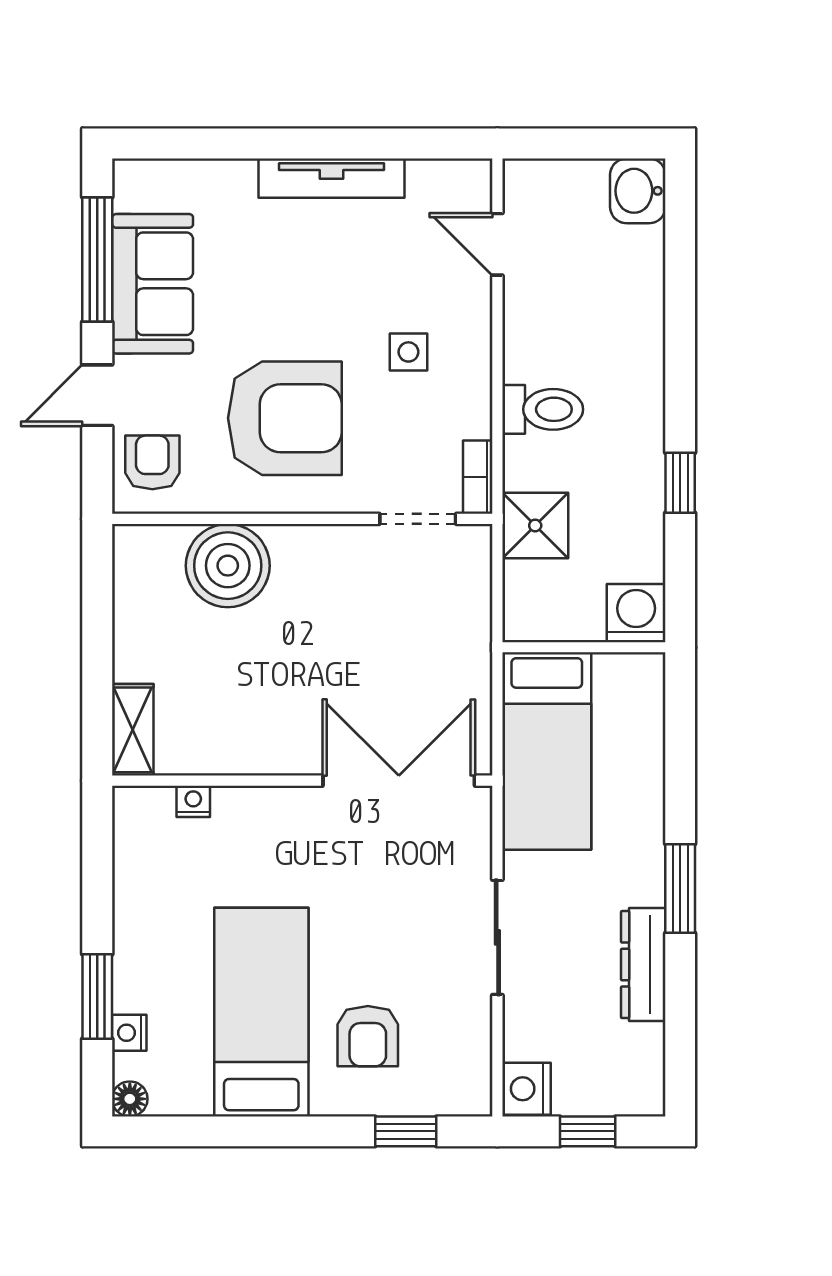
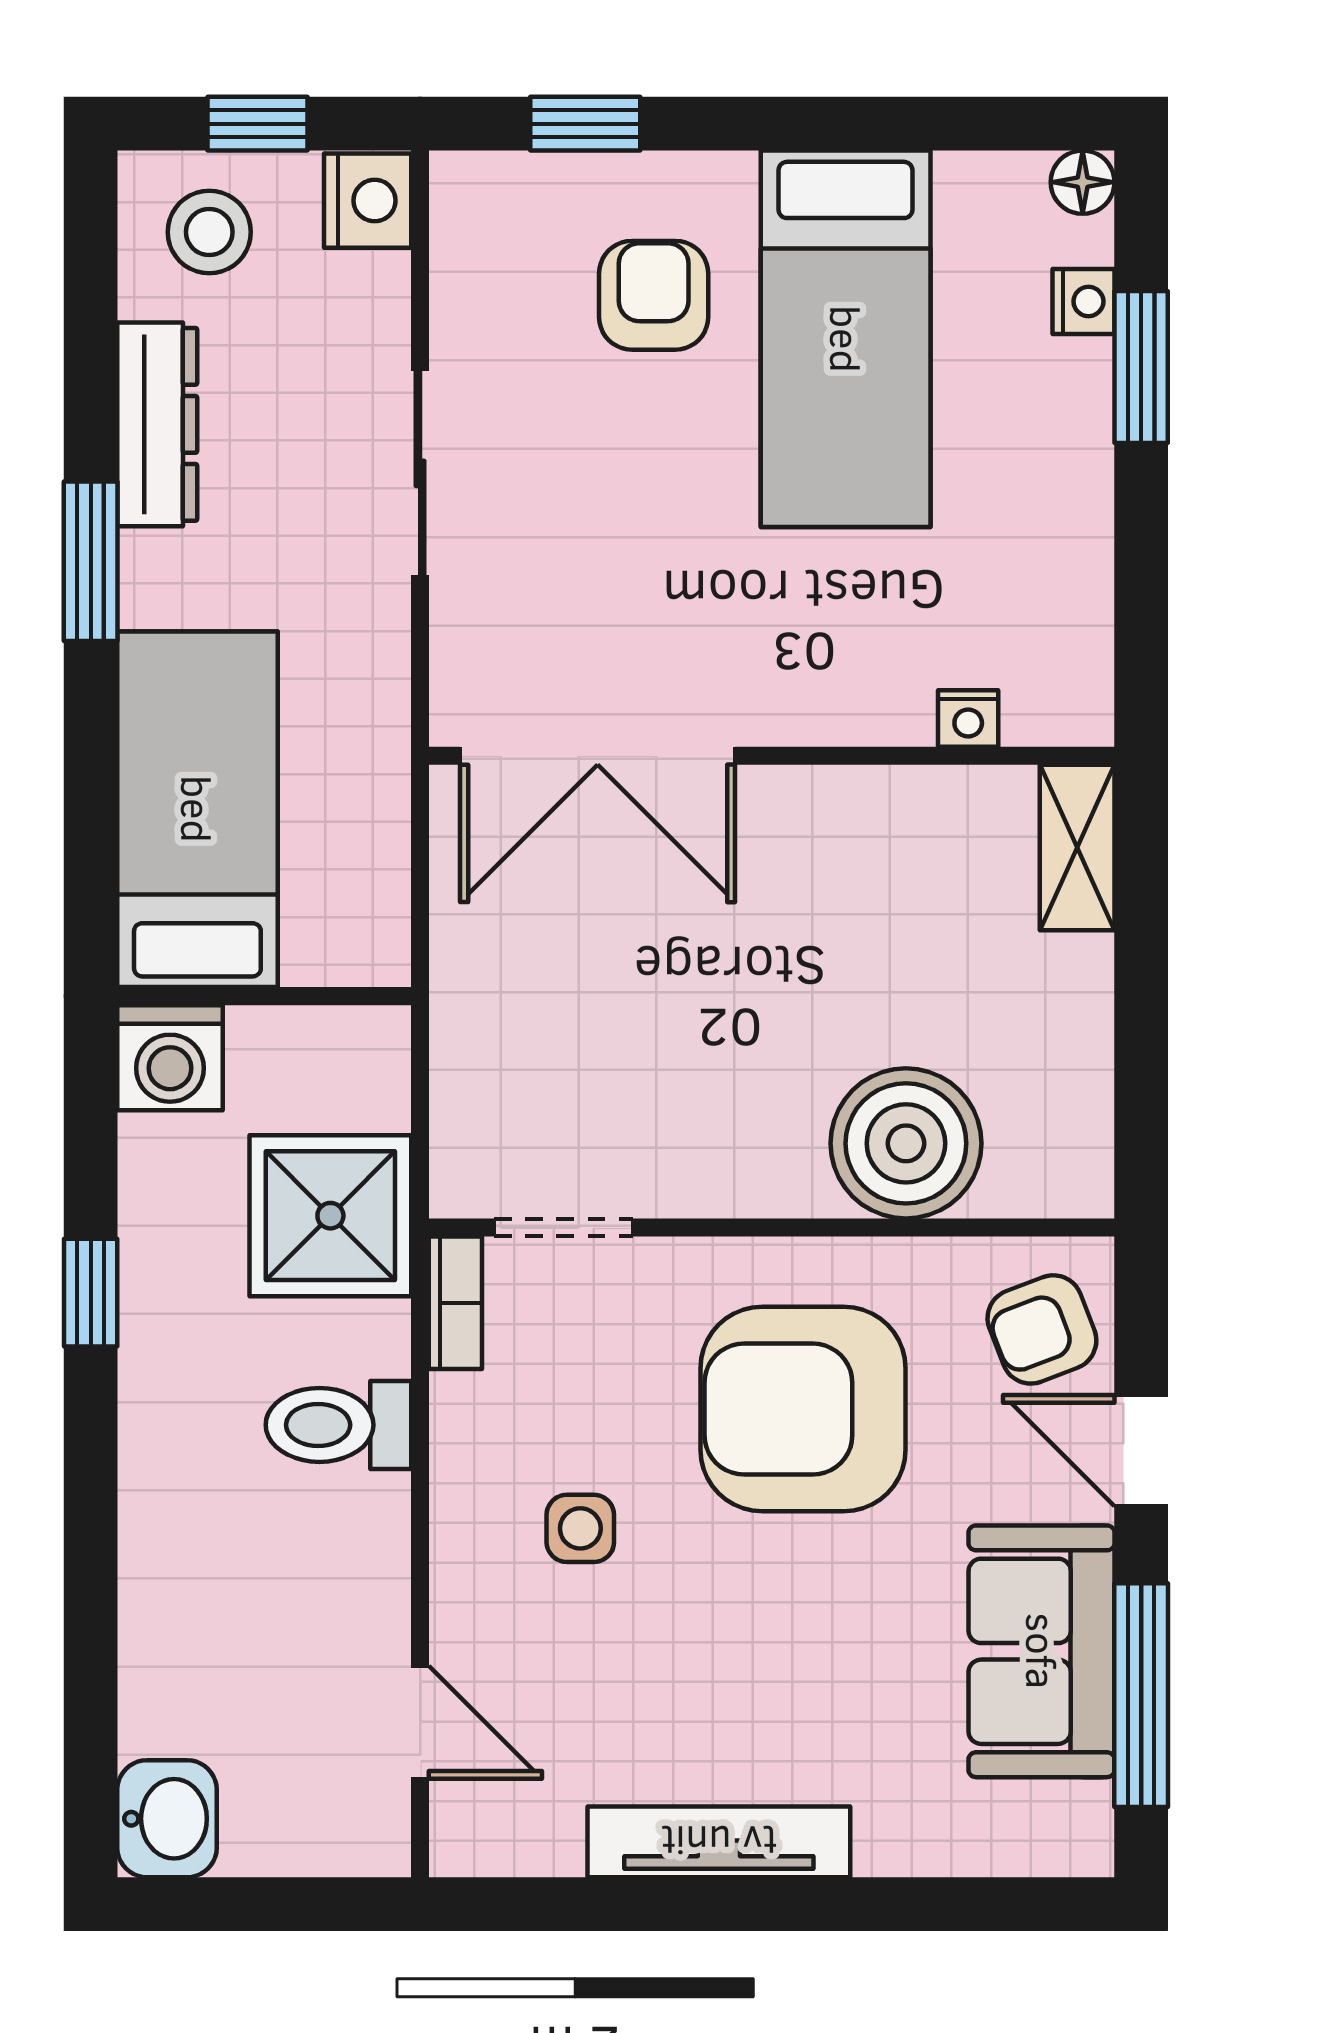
door: (97, 395) -> (1141, 1450), swing flipped
armchair: (152, 462) -> (1042, 1329), turned 69
shower: (535, 525) -> (330, 1216), width x1.36, depth x1.36
bed: (547, 751) -> (197, 809), moved
stool: (614, 1071) -> (209, 232), added

